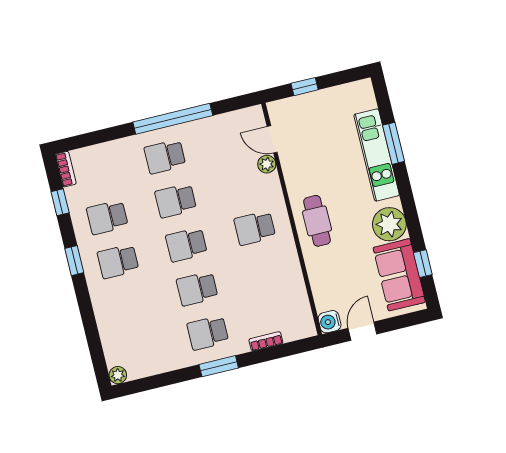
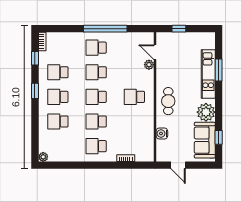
school desk: (129, 305) -> (58, 122), added
water cooler: (330, 322) -> (162, 133), moved
door: (362, 331) -> (178, 165), swing flipped
window: (219, 366) -> (98, 165), removed

